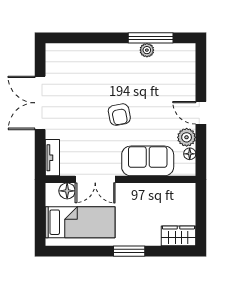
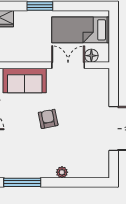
plant: (147, 50) -> (62, 172), moved
tv unit: (52, 158) -> (104, 83), removed

